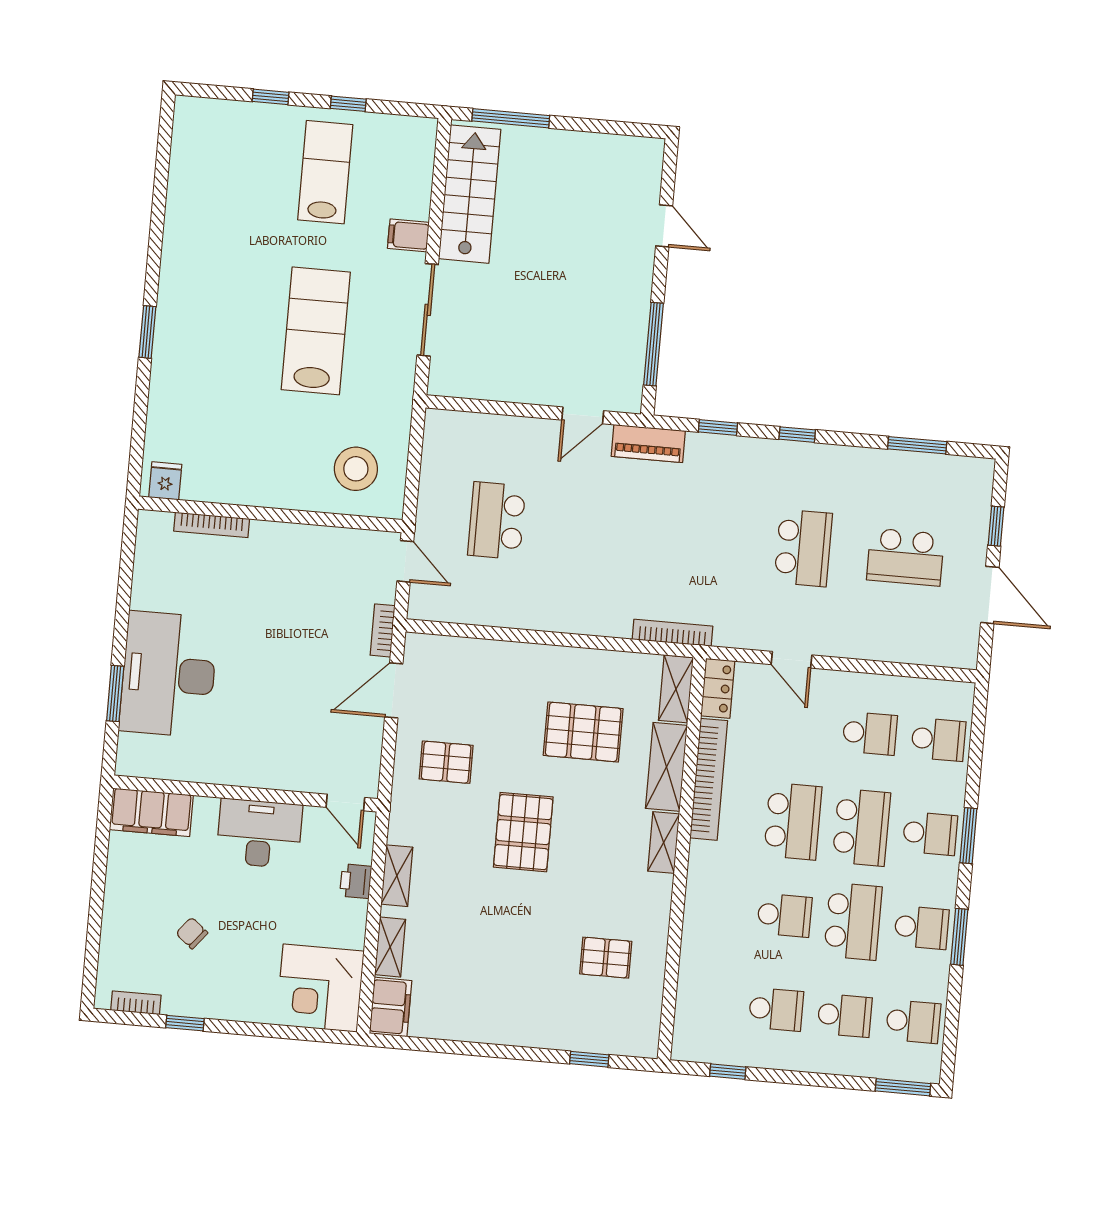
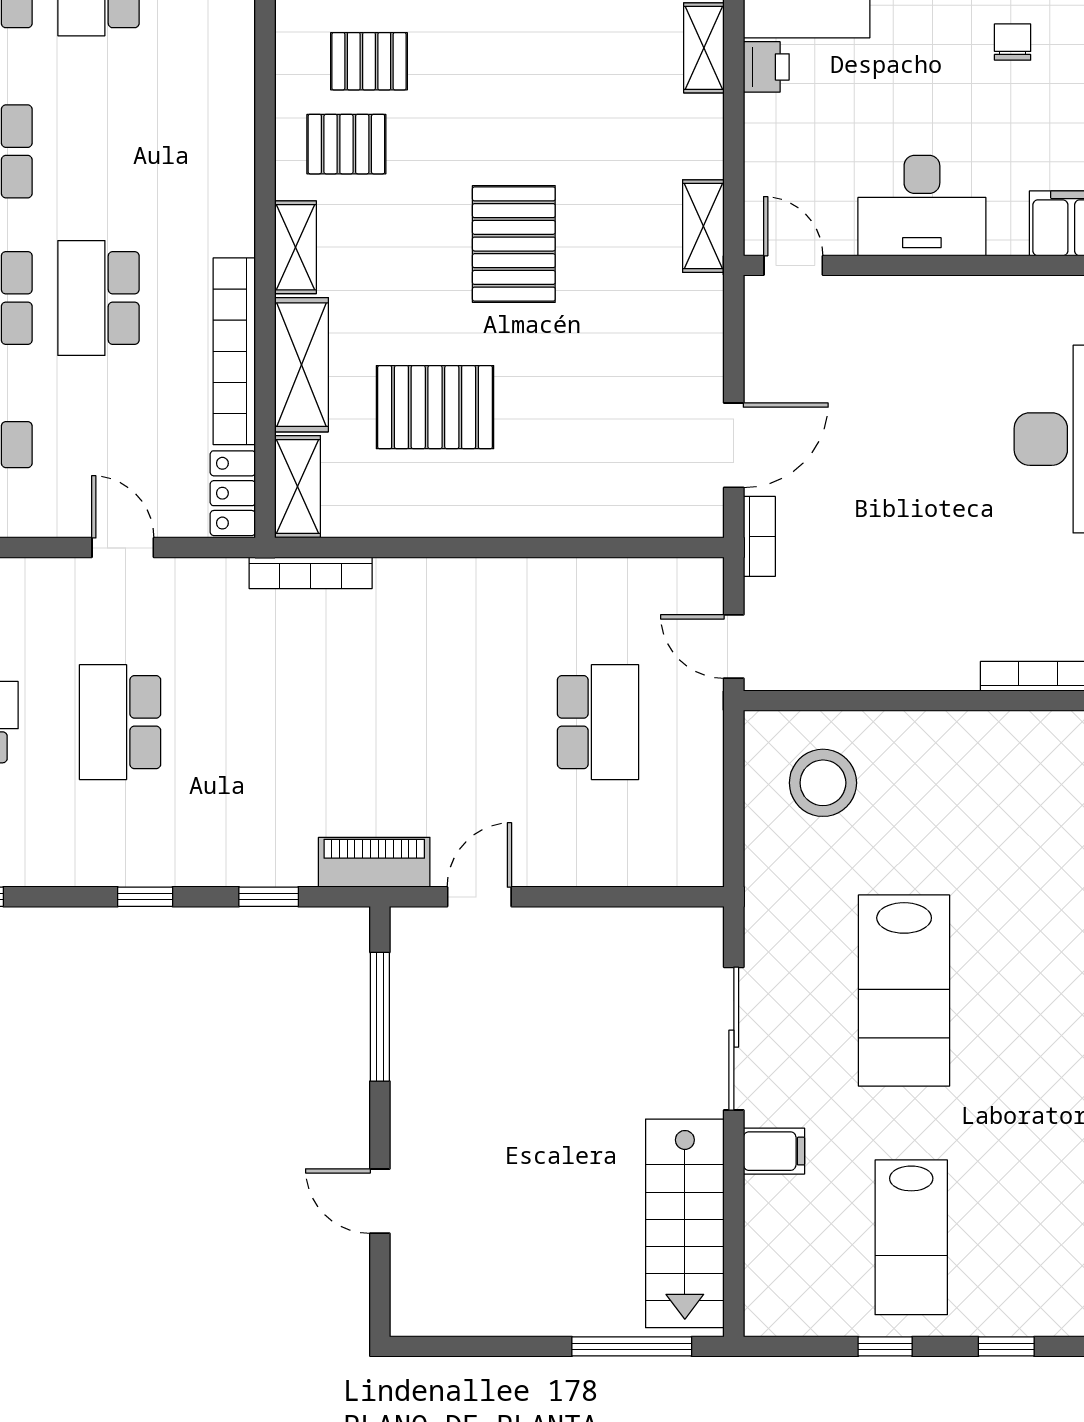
pallet: (446, 762) -> (346, 144), moved
shelving: (397, 876) -> (703, 226), moved
printer: (356, 881) -> (766, 67), moved
school desk: (784, 915) -> (98, 151), removed
chair: (192, 933) -> (1013, 42), turned -129

